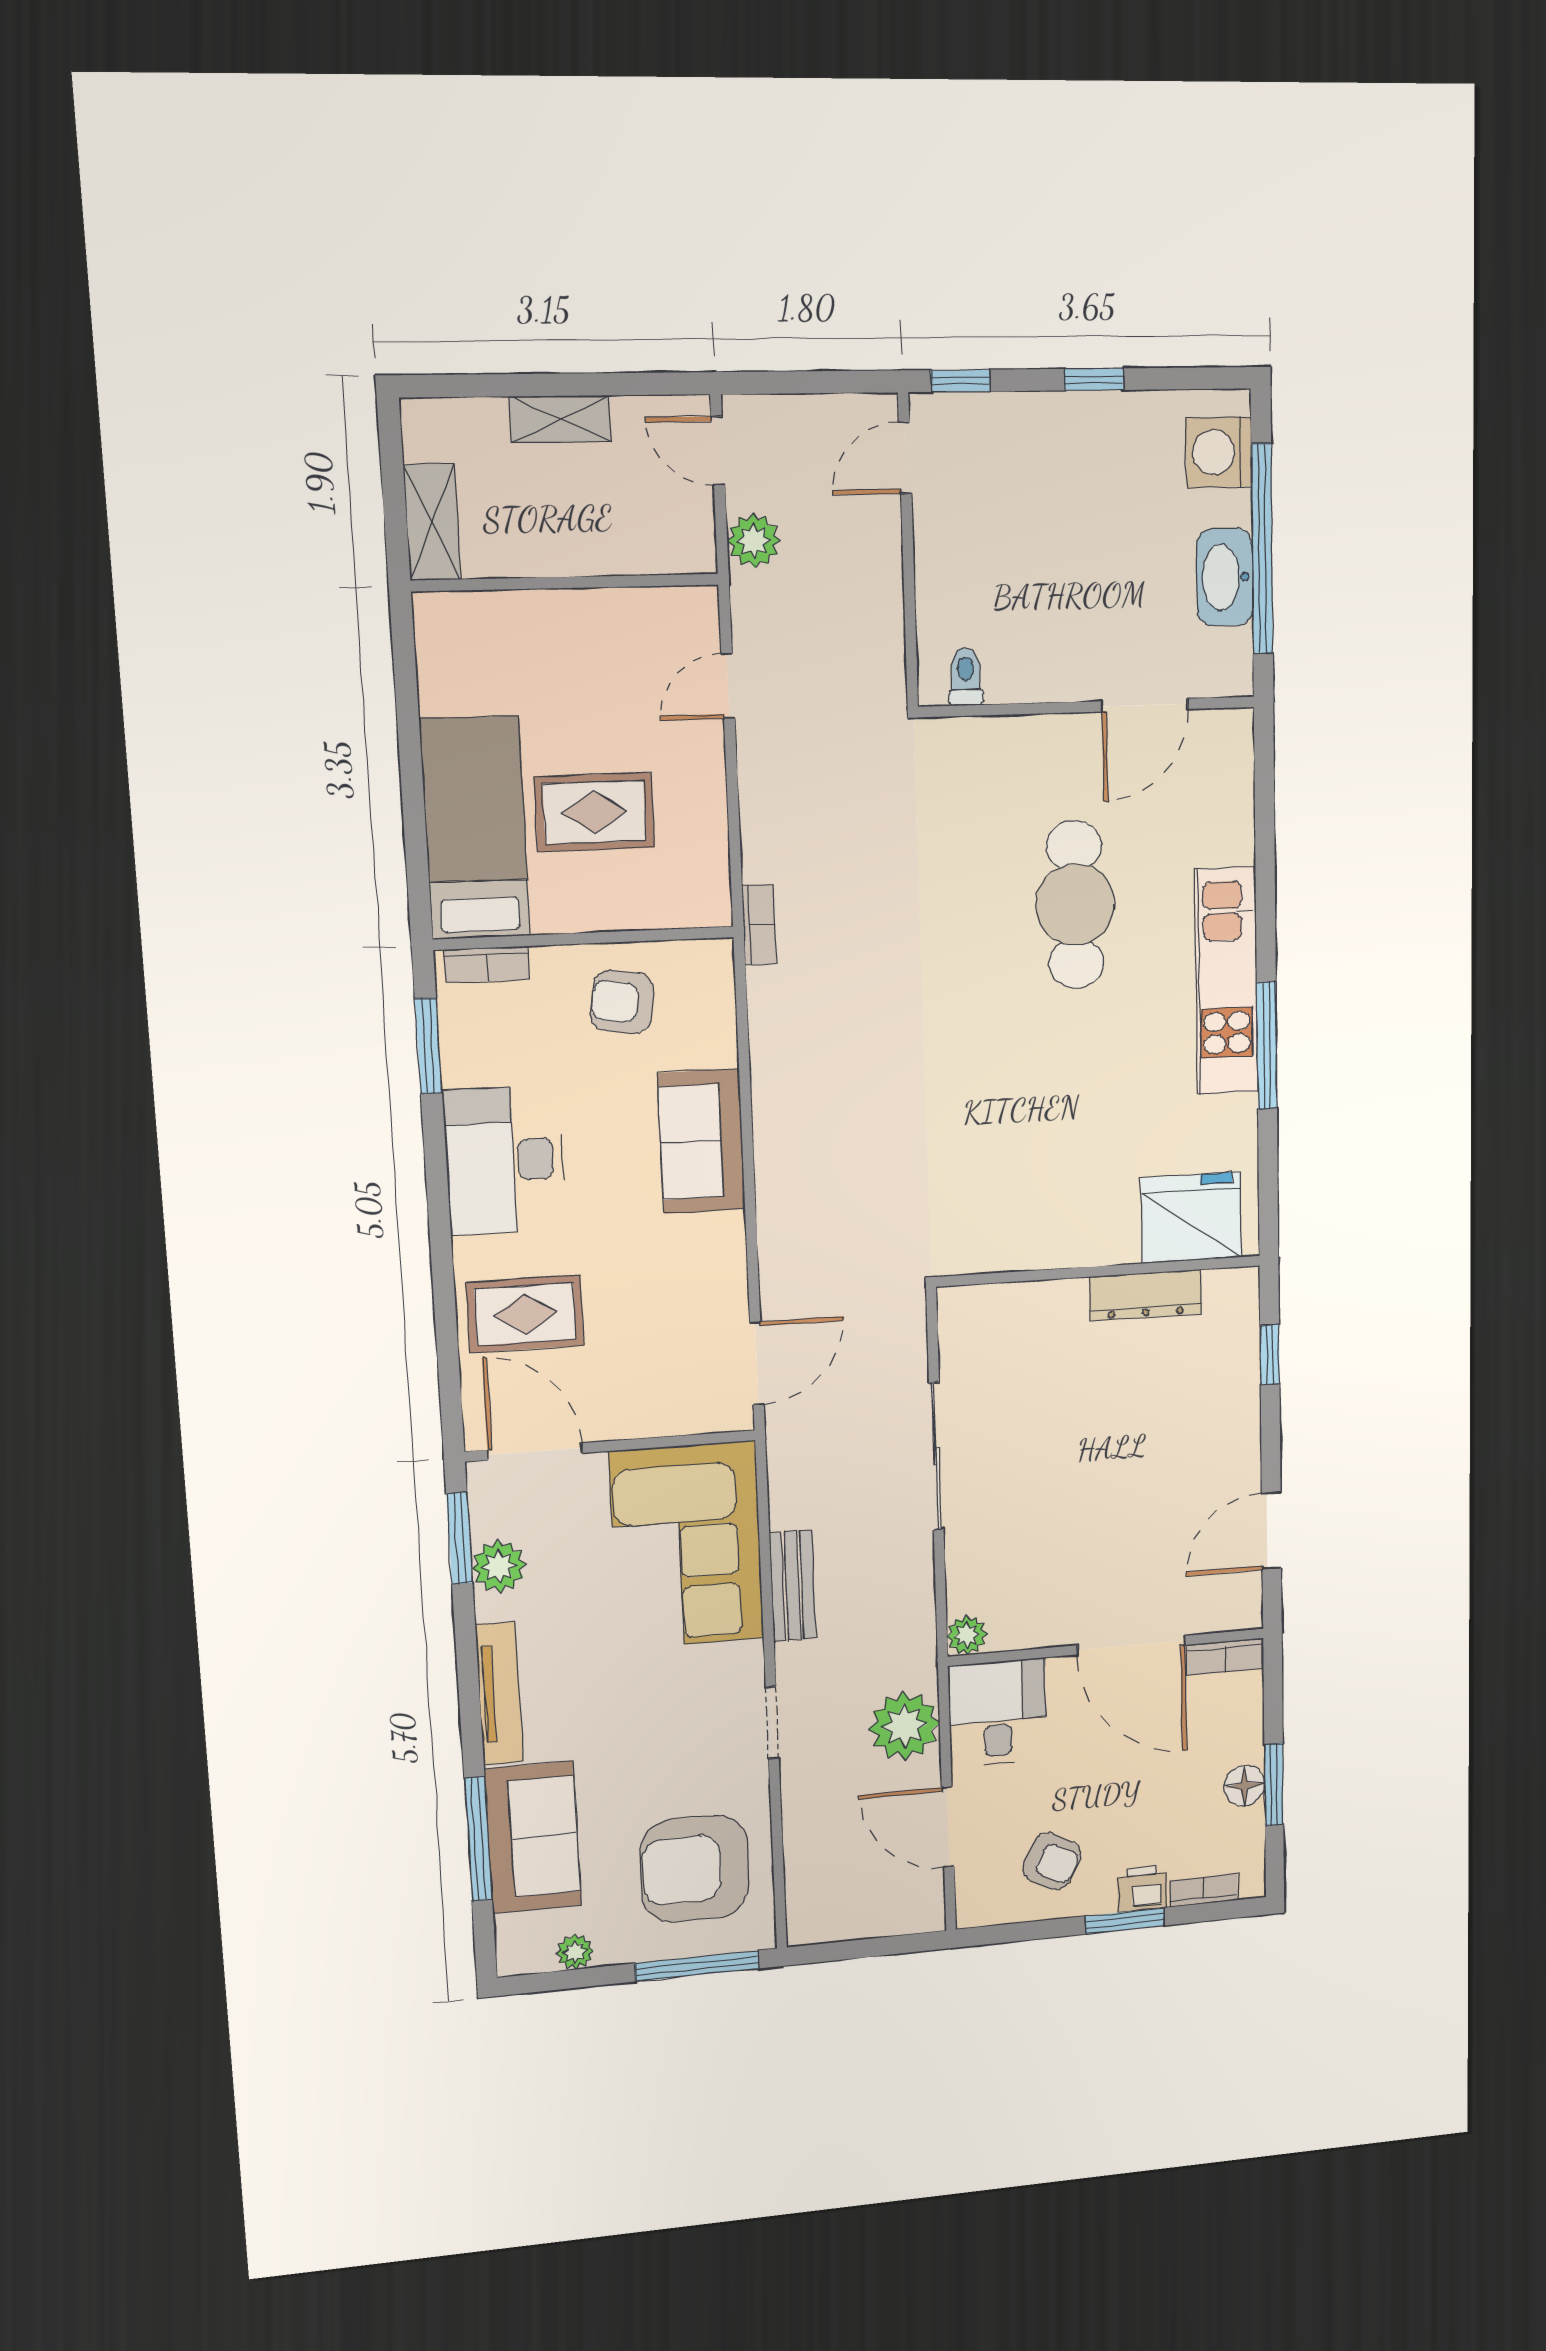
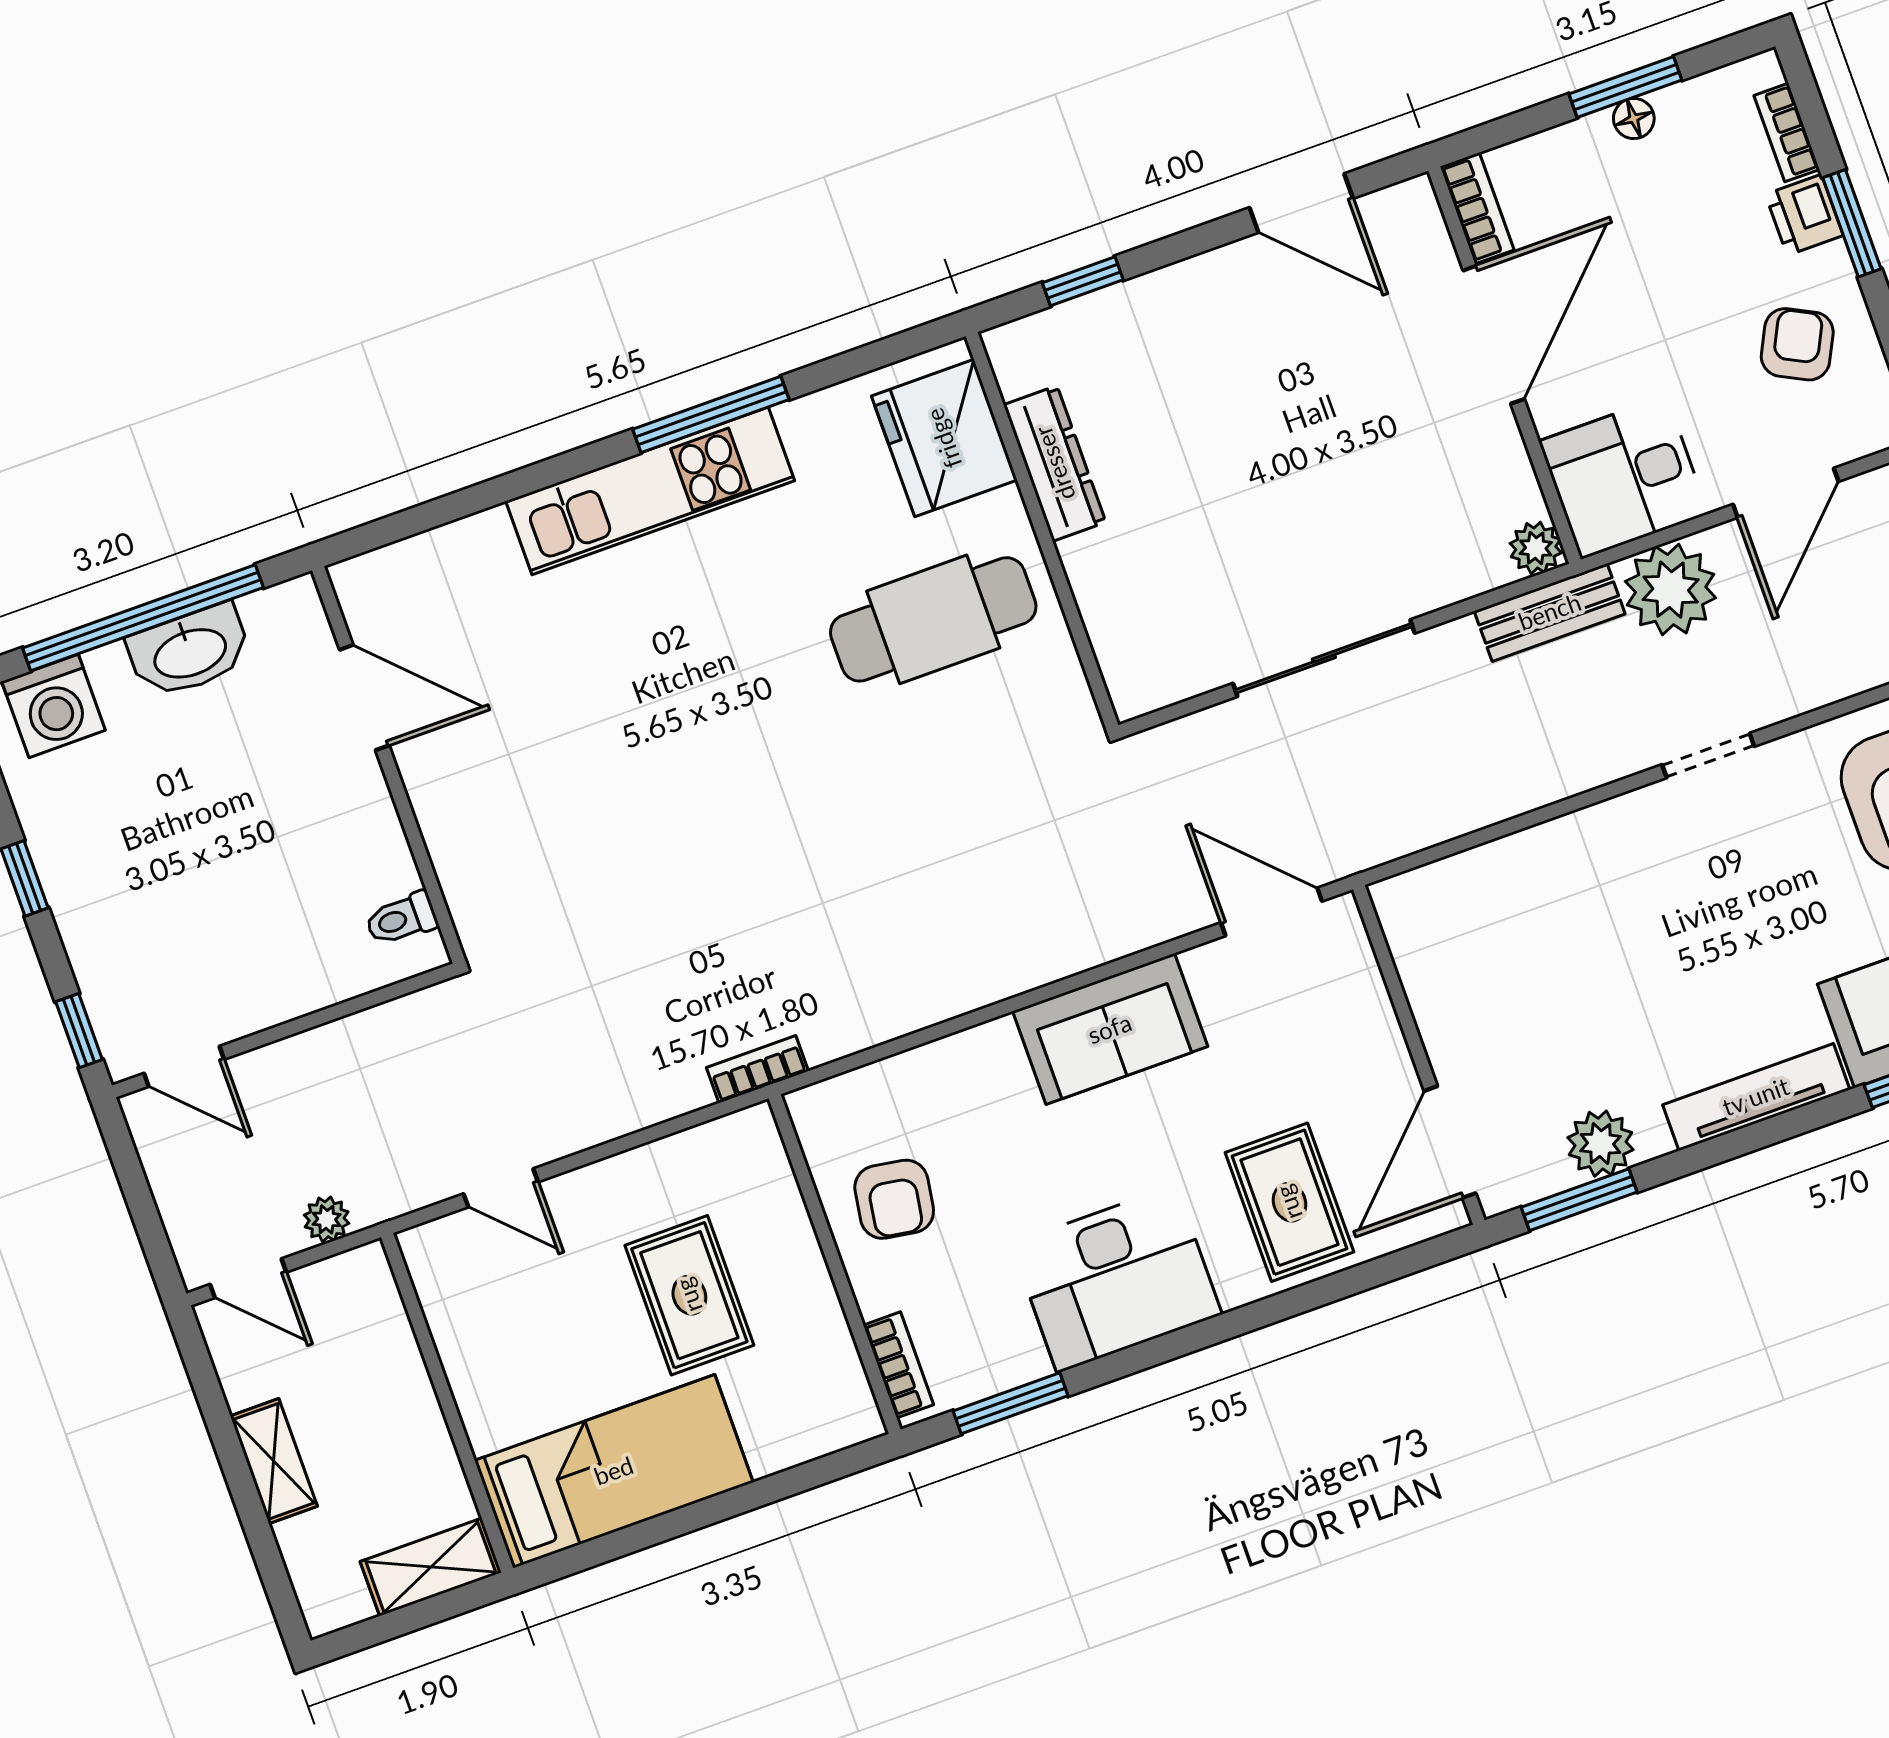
door: (718, 451) -> (248, 1278), hinge flipped
plant: (754, 541) -> (327, 1219), width x0.73, depth x0.73
bed: (475, 828) -> (614, 1471), moved, turned 180
cafe table: (1075, 905) -> (933, 619), moved
sofa: (702, 1141) -> (1110, 1029), moved
corner sofa: (687, 1545) -> (1515, 928), removed
bench: (793, 1586) -> (1550, 612), moved
floor lamp: (1244, 1786) -> (1634, 119), width x0.73, depth x0.73

